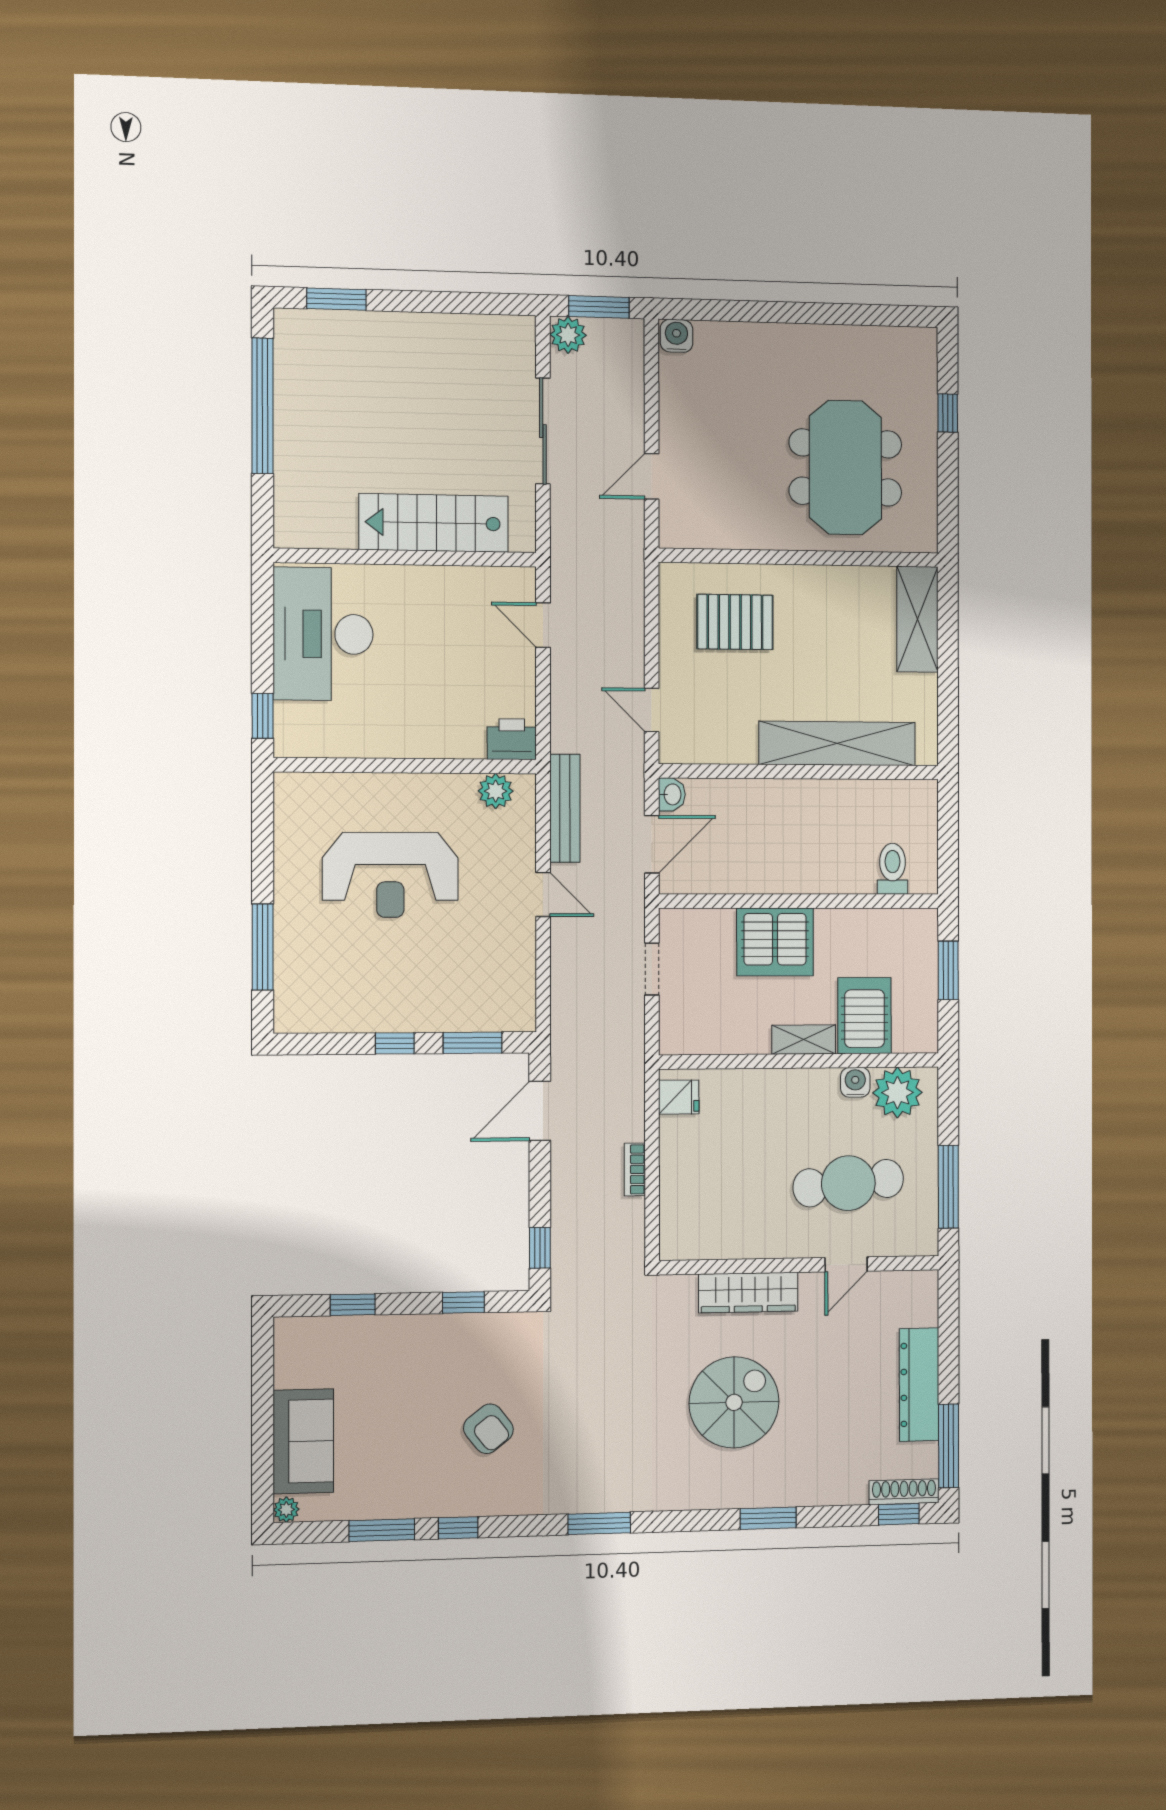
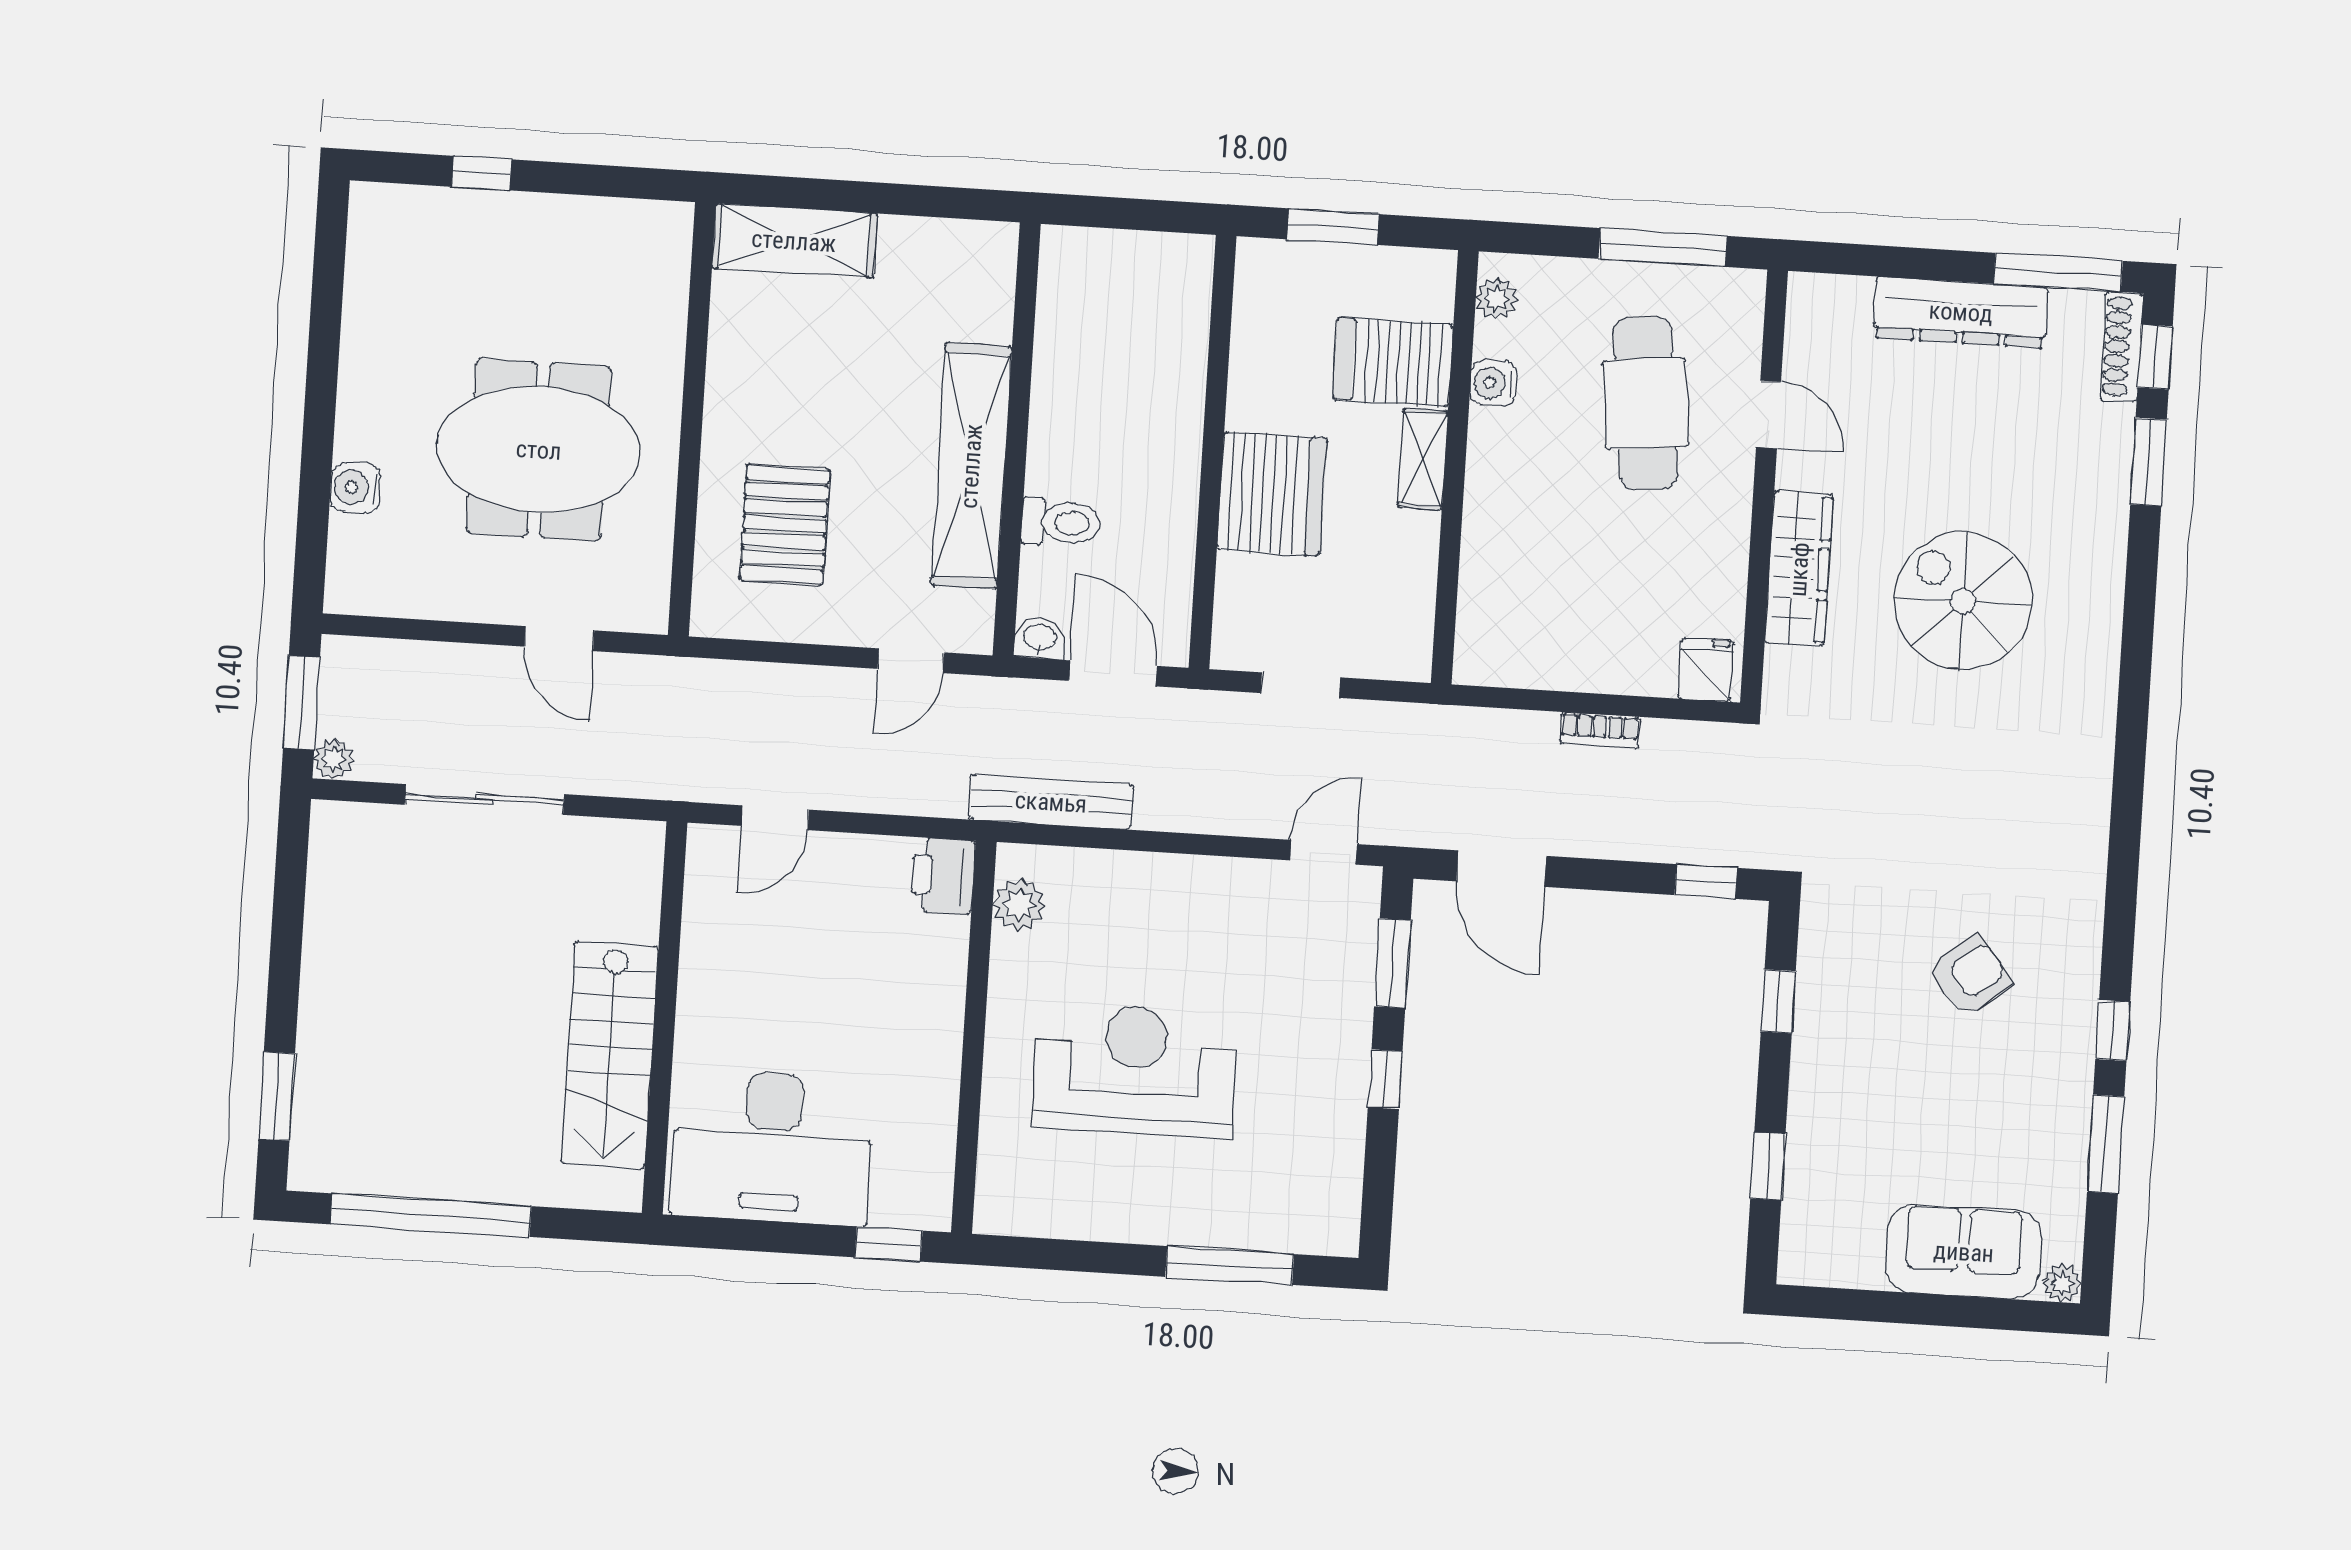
plant: (568, 335) -> (334, 759), width x0.73, depth x0.73
water cooler: (676, 336) -> (355, 488), moved
meeting table: (845, 467) -> (539, 450), moved
stairs: (434, 523) -> (610, 1055), moved
shelving: (837, 743) -> (971, 466), moved
toilet: (893, 869) -> (1061, 522), moved, turned 180
reception desk: (390, 875) -> (1135, 1070), turned -90
door: (543, 895) -> (1323, 852), moved
plant: (897, 1093) -> (1497, 299), width x0.53, depth x0.53
fridge: (679, 1097) -> (1706, 670), moved
window: (768, 1518) -> (2148, 462), moved
window: (599, 1523) -> (2126, 818), removed

